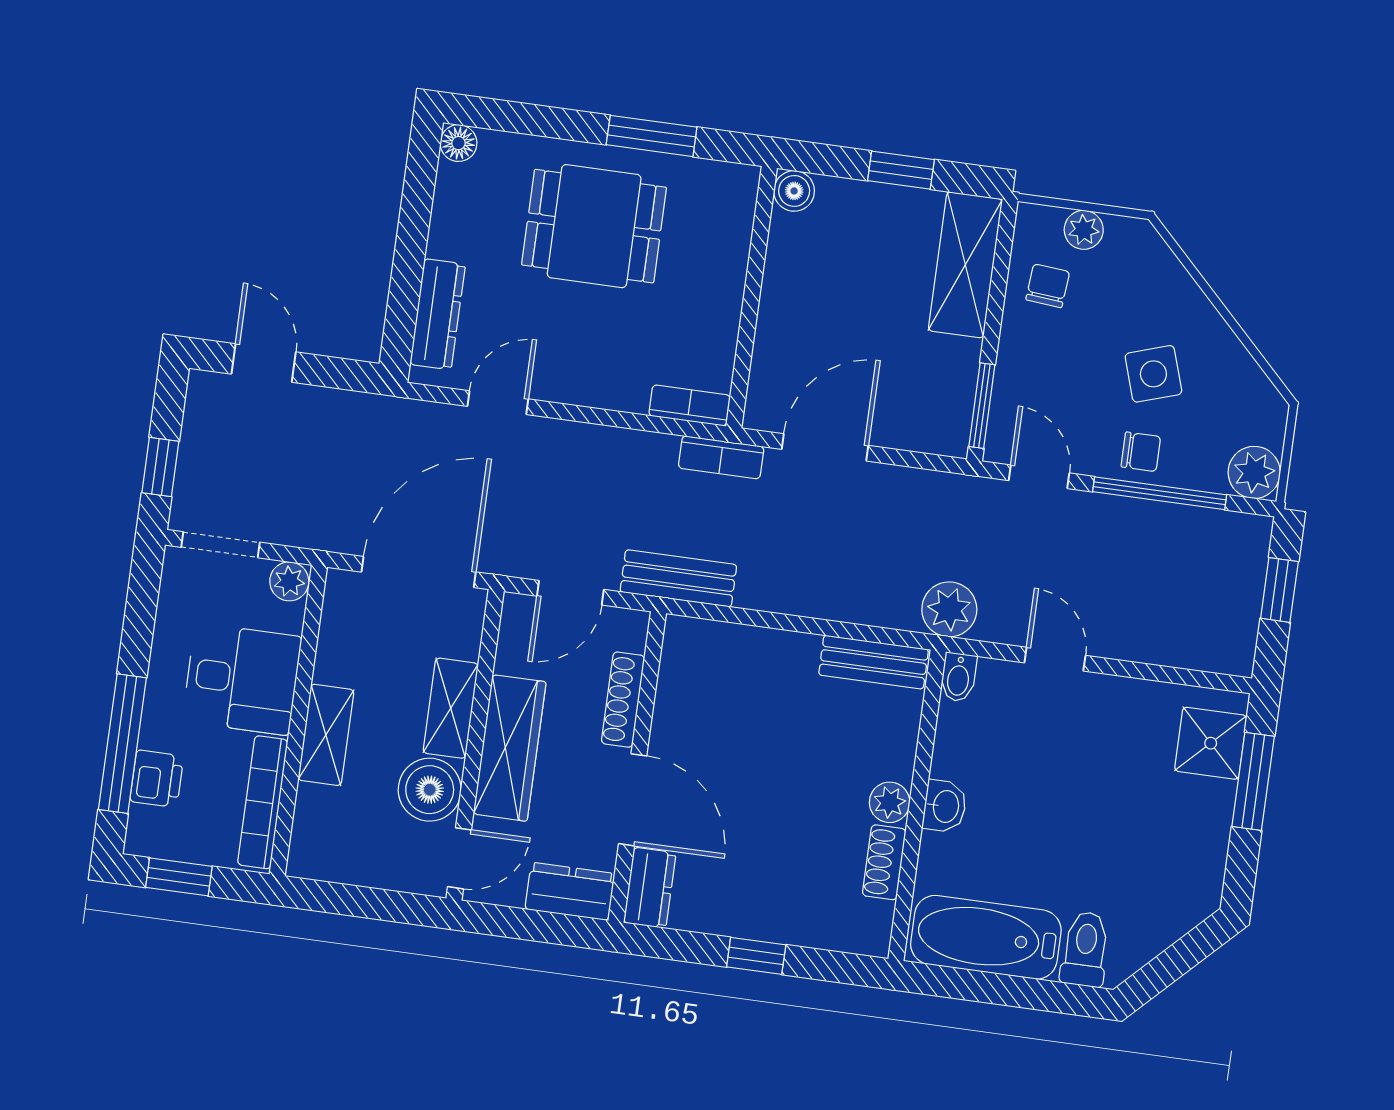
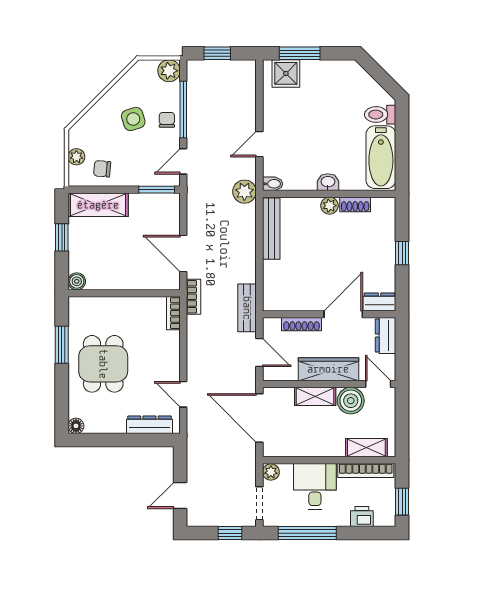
bench: (874, 662) -> (271, 229), width x1.36
shelving: (326, 735) -> (366, 448), moved
window: (122, 744) -> (307, 533), moved

